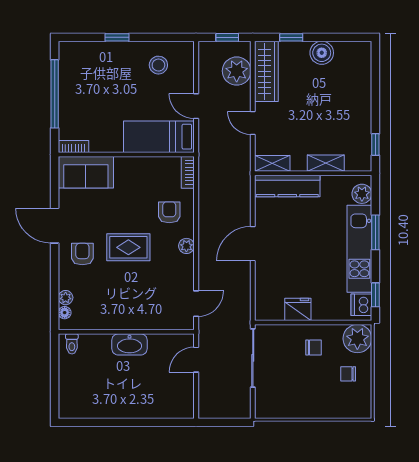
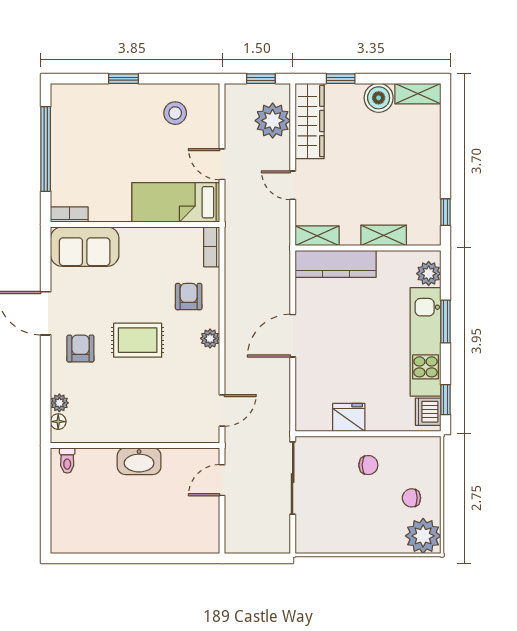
shelving: (353, 49) -> (418, 94), added
plant: (357, 339) -> (423, 536), moved

